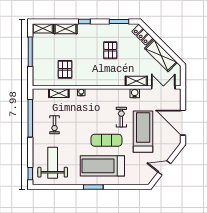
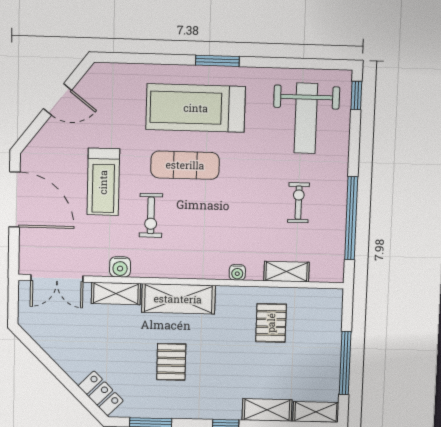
shelving: (161, 55) -> (178, 299), moved, turned -45
treadmill: (143, 132) -> (103, 182), width x0.73, depth x0.73
treadmill: (102, 166) -> (196, 108), turned 180

